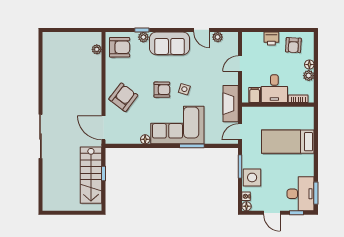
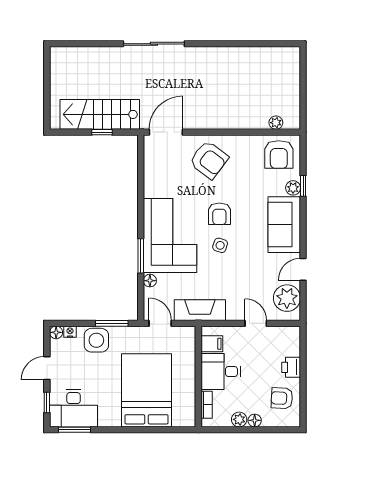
plant: (218, 37) -> (287, 298), width x1.88, depth x1.88
floor lamp: (145, 139) -> (150, 281), moved
bed: (288, 142) -> (147, 390), width x1.50

